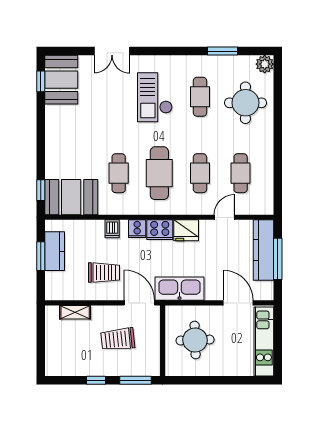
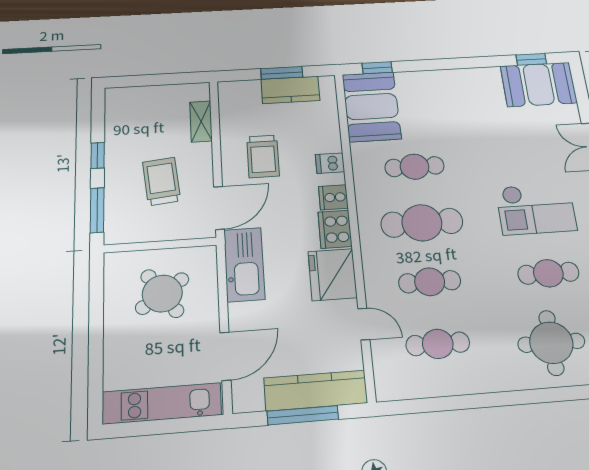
checkout: (155, 97) -> (536, 209), turned 180
fridge: (186, 230) -> (333, 274), width x1.36, depth x1.34
round table: (195, 340) -> (162, 293), turned -33

